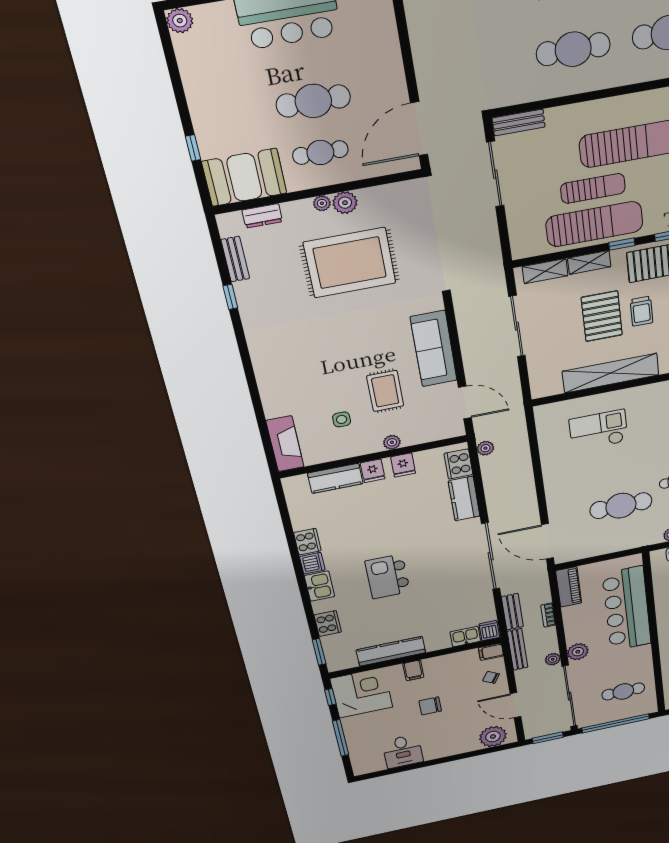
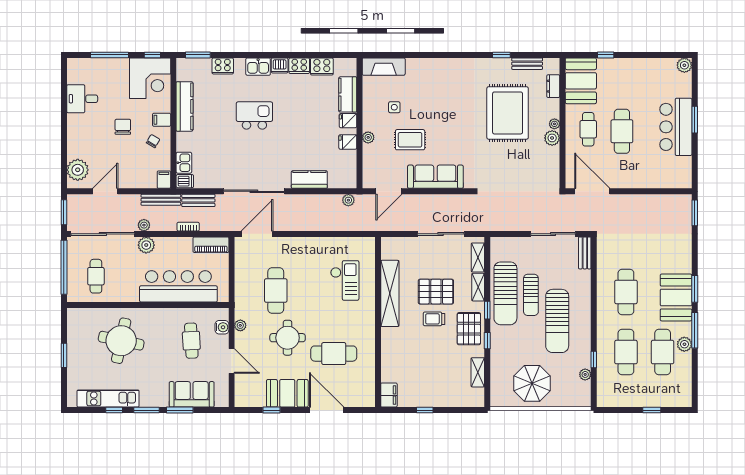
rug: (350, 263) -> (508, 113), moved
cooker: (458, 464) -> (322, 66), moved, turned 180
chair: (491, 677) -> (153, 141), moved

